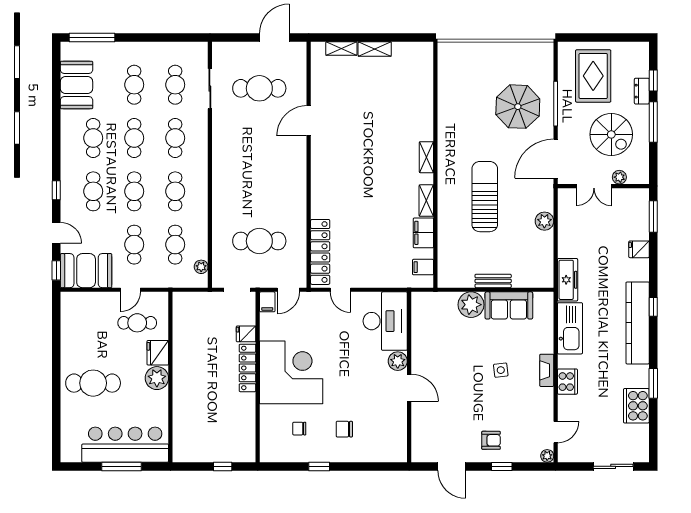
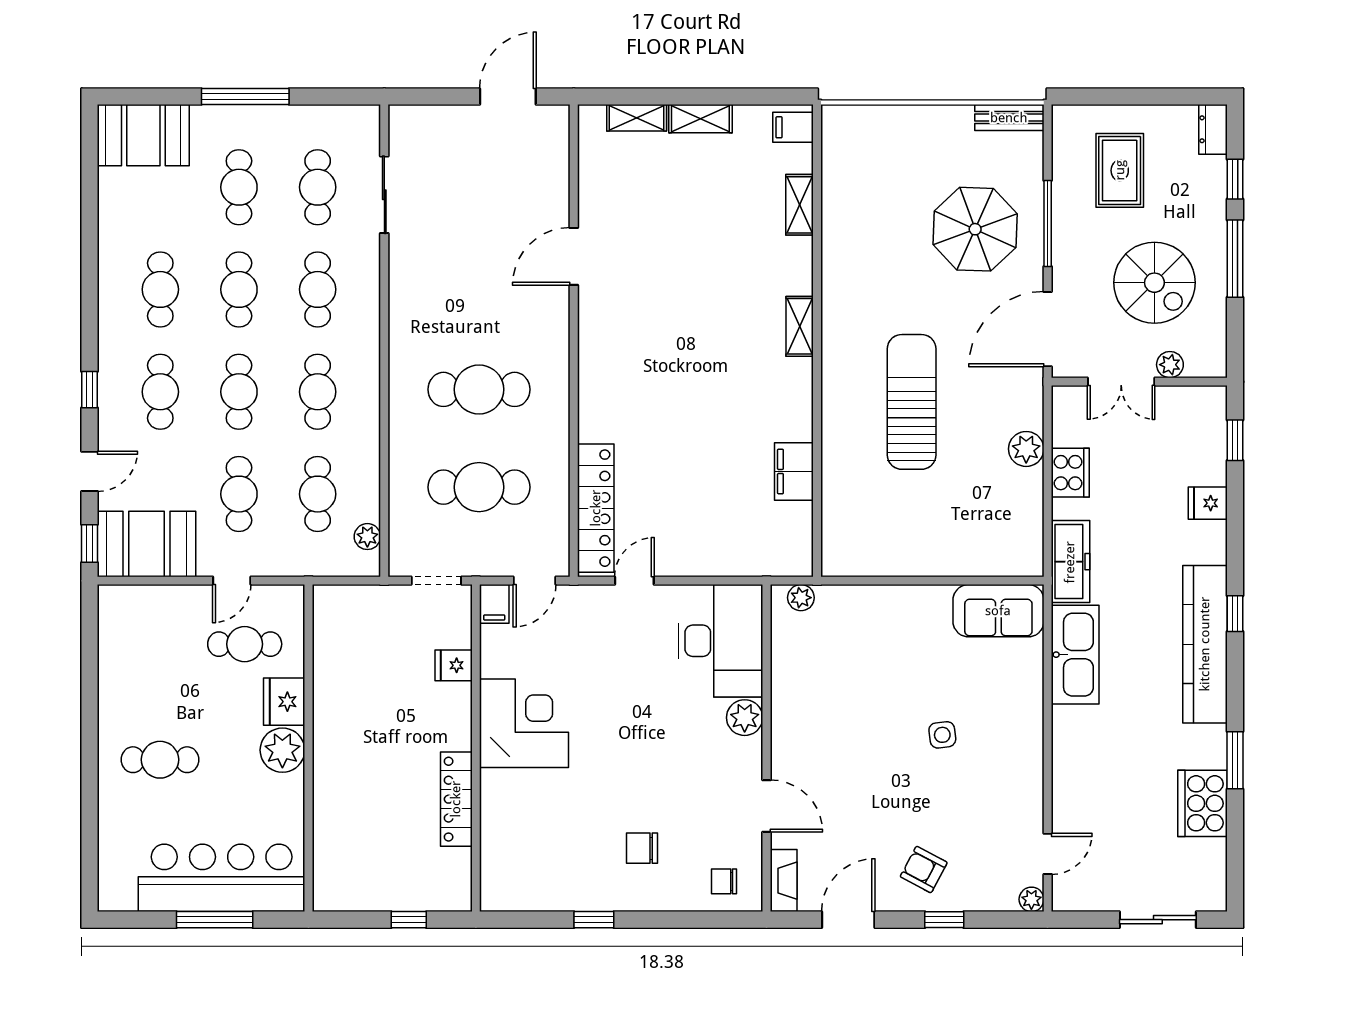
window: (92, 37) -> (245, 96), moved
rug: (593, 76) -> (1120, 170), width x0.73, depth x0.70
booth: (77, 85) -> (143, 135), moved, turned 90
cafe table: (259, 88) -> (479, 389), moved
dresser: (642, 91) -> (1213, 129), moved
shelving: (426, 201) -> (800, 205), moved
window: (653, 217) -> (1235, 440), width x0.67
door: (56, 233) -> (90, 471), hinge flipped
filing cabinet: (423, 267) -> (793, 127), moved
bench: (493, 281) -> (1009, 118), moved
door: (340, 290) -> (634, 581), swing flipped
plant: (471, 305) -> (801, 598), moved, width x0.53, depth x0.53
sofa: (509, 305) -> (998, 611), moved
locker: (248, 368) -> (456, 799), moved
fireplace: (547, 370) -> (784, 881), moved, turned 180
corner desk: (291, 372) -> (524, 723), width x0.74, depth x0.74
cooker: (567, 382) -> (1070, 473), moved
cafe table: (93, 383) -> (160, 760), width x0.73, depth x0.74
door: (409, 388) -> (766, 806), moved
chair: (299, 429) -> (724, 881), moved
armchair: (491, 440) -> (924, 870), turned -152
door: (452, 466) -> (848, 920), swing flipped

